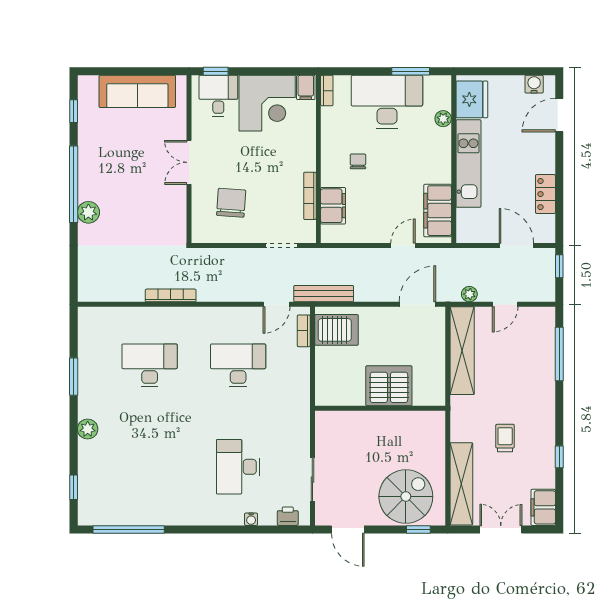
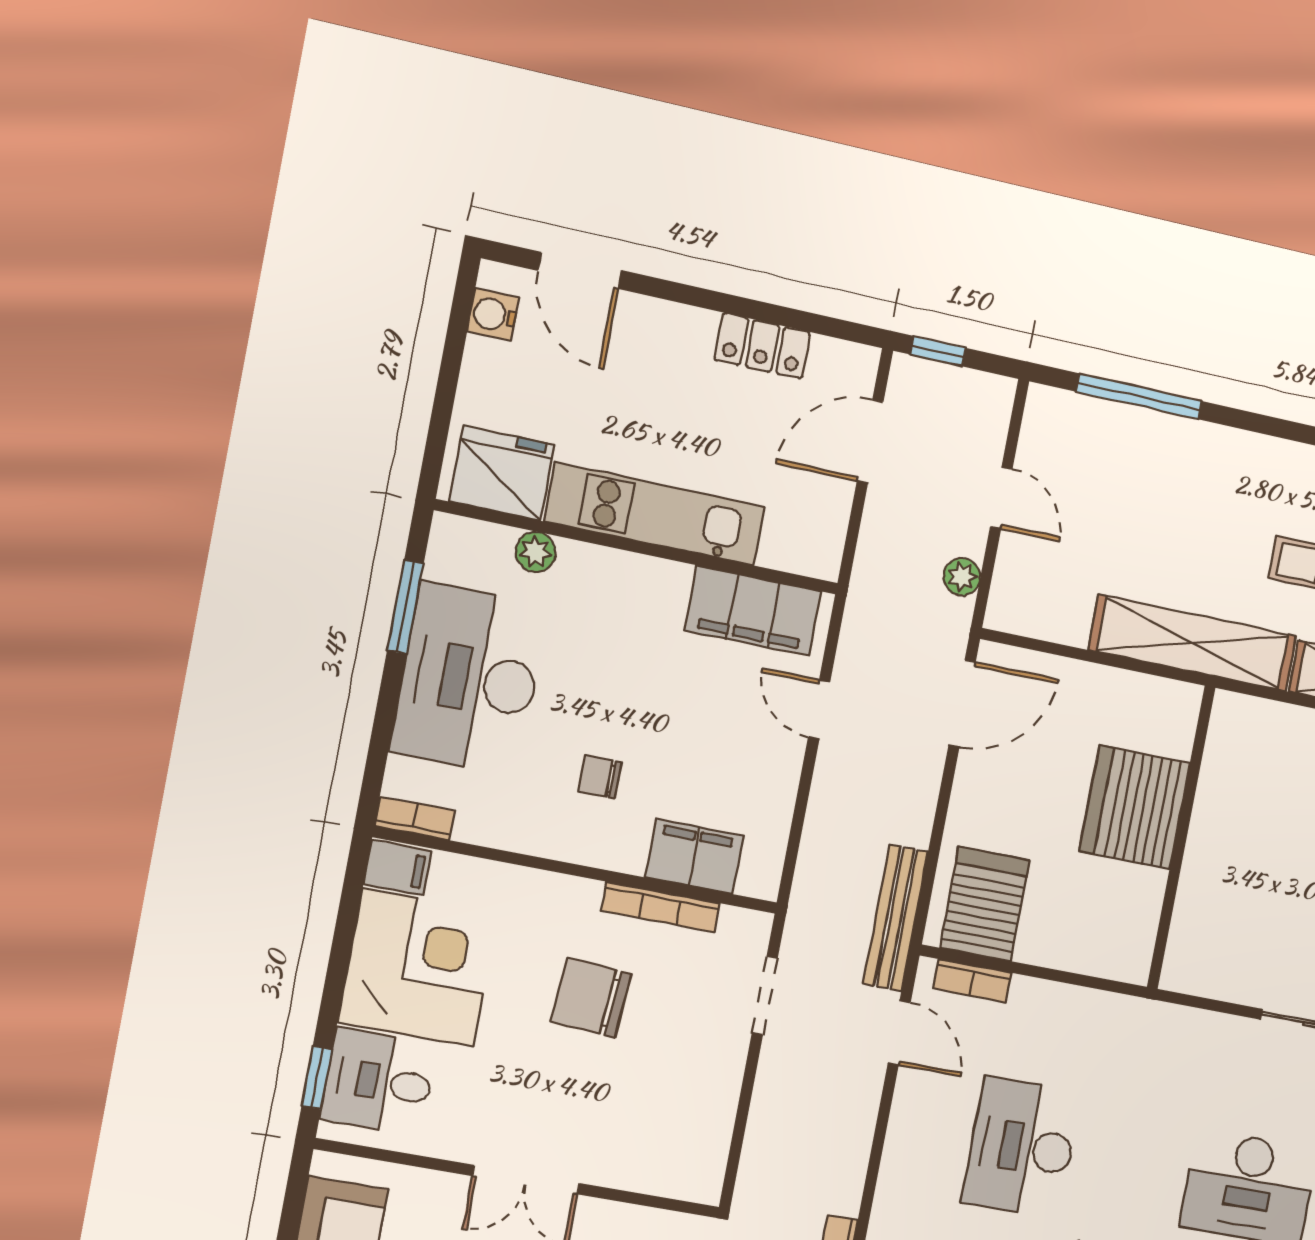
chair: (231, 203) -> (591, 998), moved
door: (417, 304) -> (962, 703), swing flipped
shelving: (462, 351) -> (1193, 643), moved

